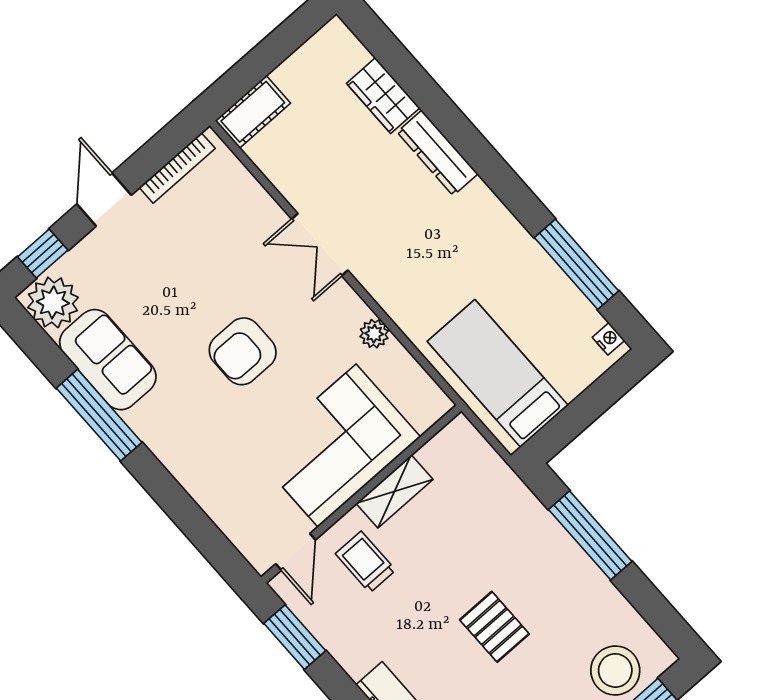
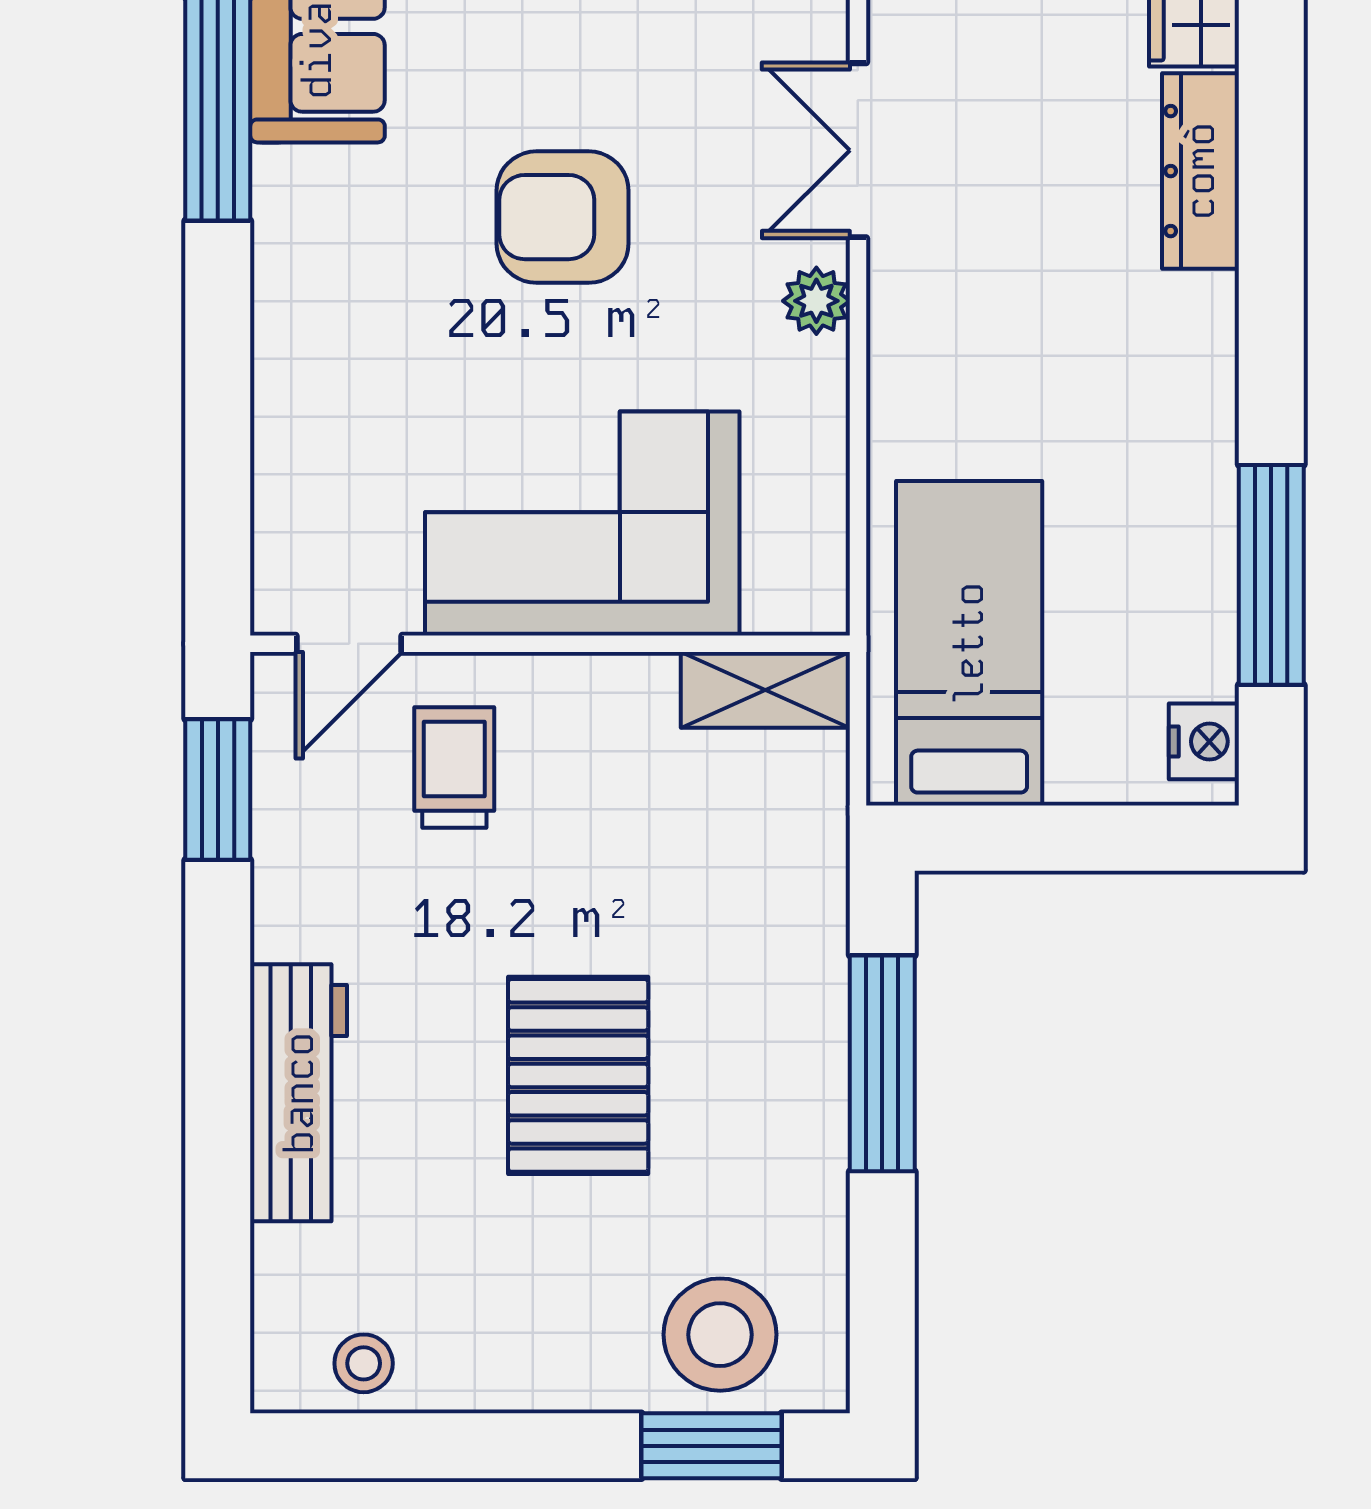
plant: (374, 334) -> (816, 301), moved
nightstand: (609, 339) -> (1204, 741), width x1.39, depth x1.35
shelving: (395, 491) -> (765, 690), moved
pallet: (494, 627) -> (578, 1075), width x1.50, depth x1.42

